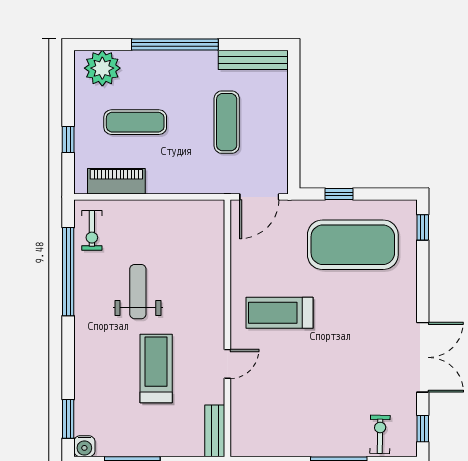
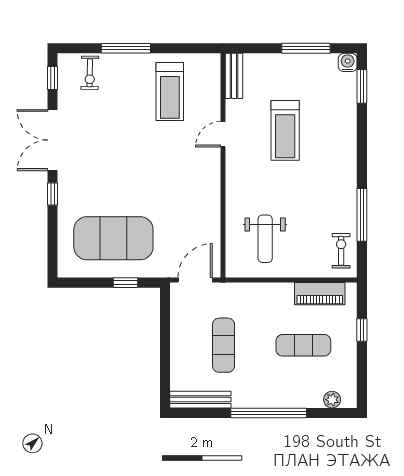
plant: (102, 68) -> (332, 400), width x0.53, depth x0.53
window: (423, 227) -> (52, 194), moved
window: (68, 272) -> (362, 215), width x0.68
weight bench: (138, 292) -> (265, 239), moved
treadmill: (279, 313) -> (170, 92), moved, turned 90

